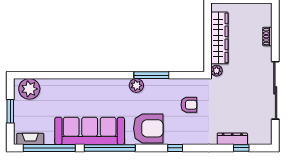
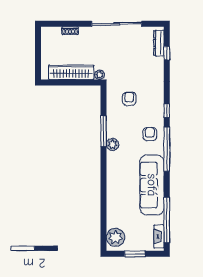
armchair: (148, 128) -> (150, 134), width x0.53, depth x0.53
dresser: (232, 139) -> (159, 43), moved
window: (110, 148) -> (167, 149), moved

